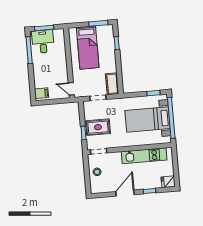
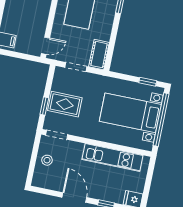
door: (71, 89) -> (45, 46), swing flipped
door: (125, 193) -> (74, 197), hinge flipped

